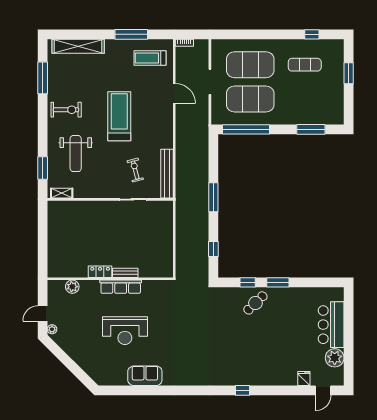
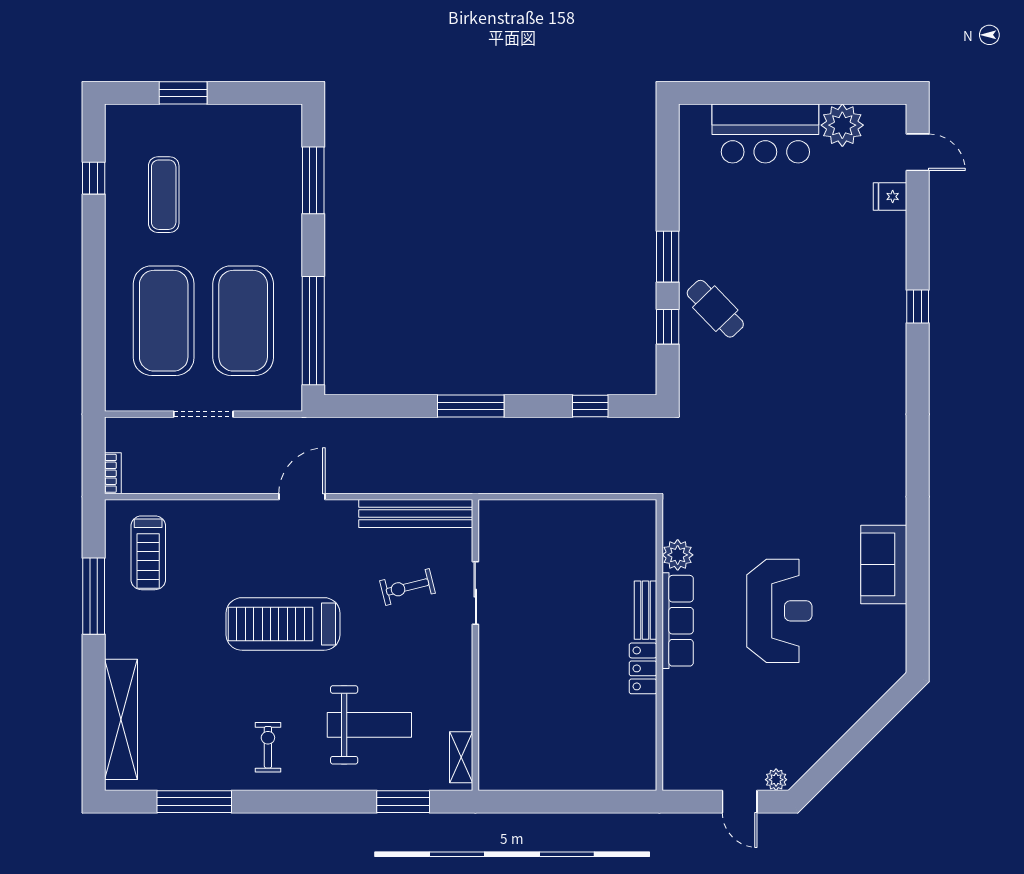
door: (174, 93) -> (302, 497), moved
exercise bike: (66, 110) -> (268, 747), width x0.73, depth x0.72
plant: (72, 287) -> (678, 555), moved
window: (243, 390) -> (918, 307), moved

